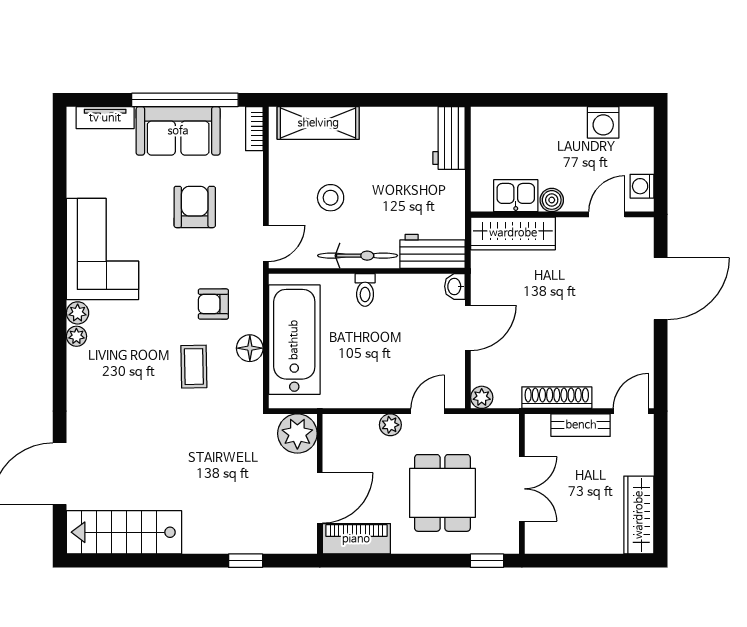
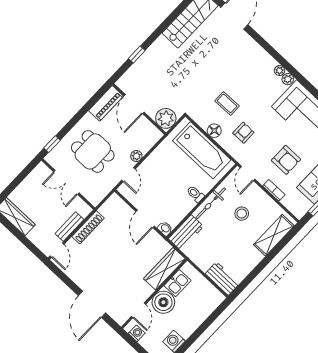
bookcase: (254, 129) -> (274, 190), moved
boiler: (552, 200) -> (163, 302), width x1.86, depth x1.86
plant: (482, 397) -> (114, 200), removed

